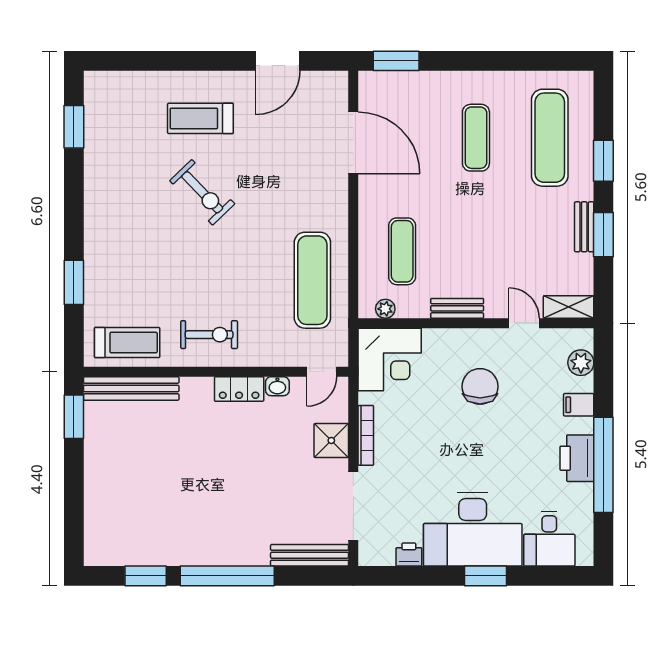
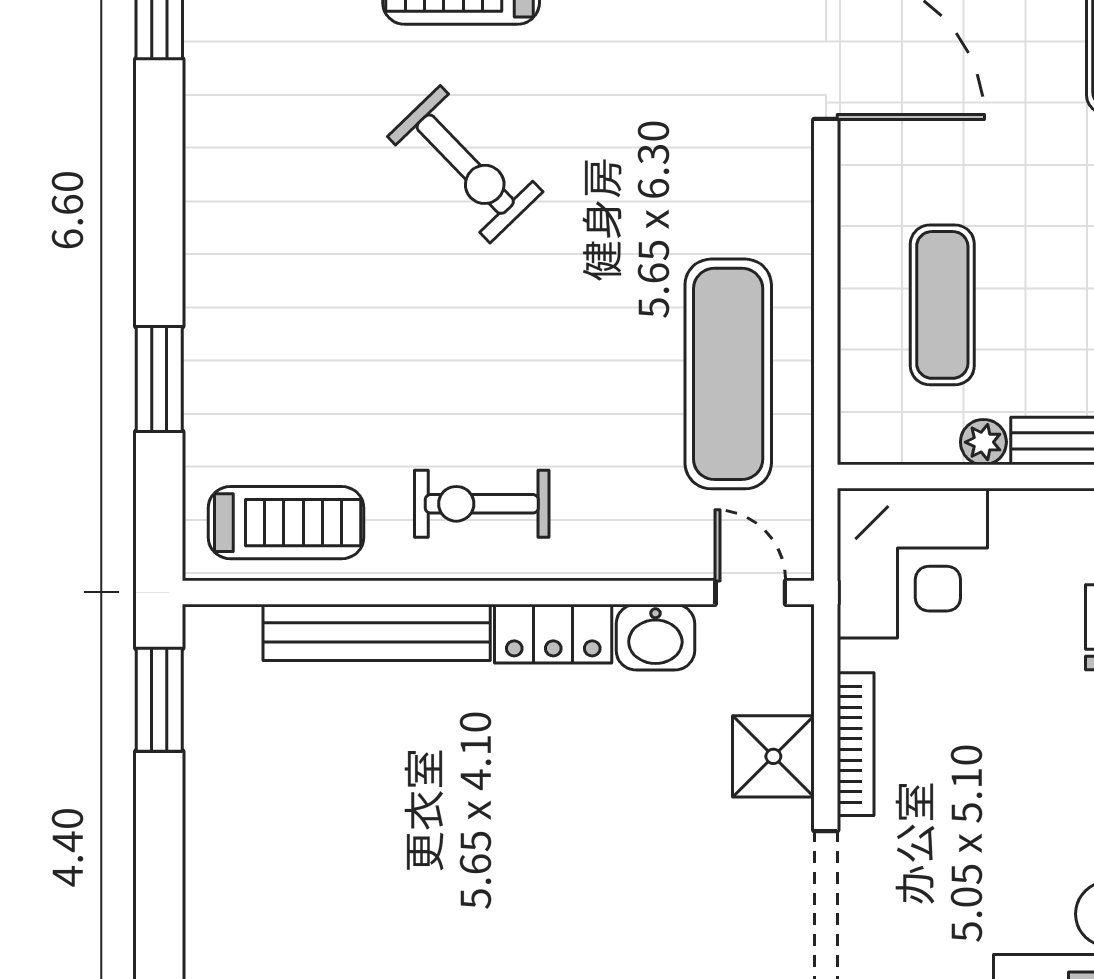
plant: (385, 309) -> (983, 442), moved
exercise bike: (209, 335) -> (482, 504), turned 180
door: (322, 372) -> (750, 592), swing flipped
washbasin: (277, 386) -> (655, 637), width x1.38, depth x1.45
bench: (131, 388) -> (377, 632), moved

